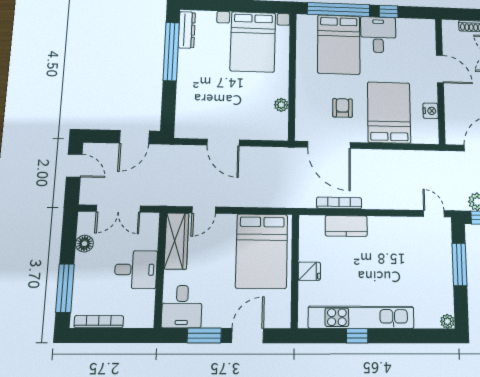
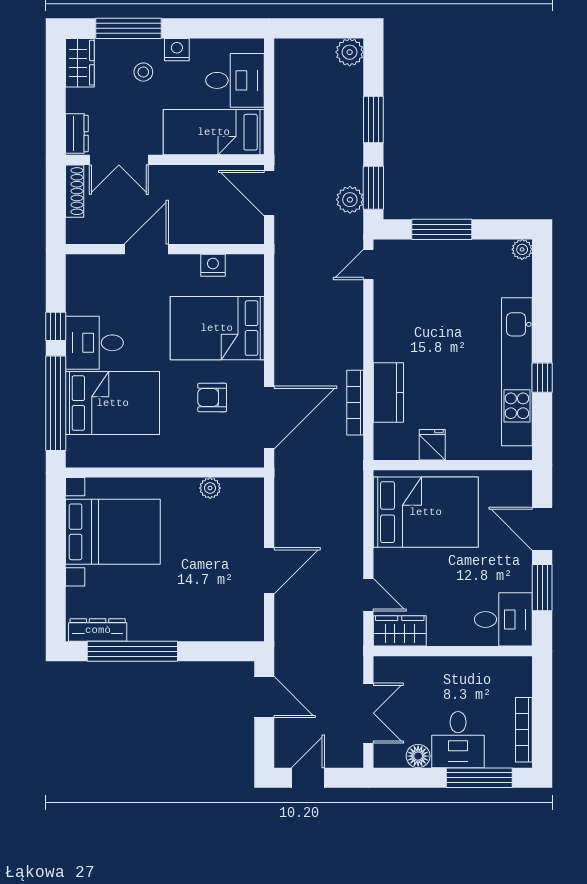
wardrobe: (176, 241) -> (400, 631), width x0.67
desk: (136, 270) -> (458, 740), moved, turned 180
fridge: (309, 271) -> (432, 445), moved

